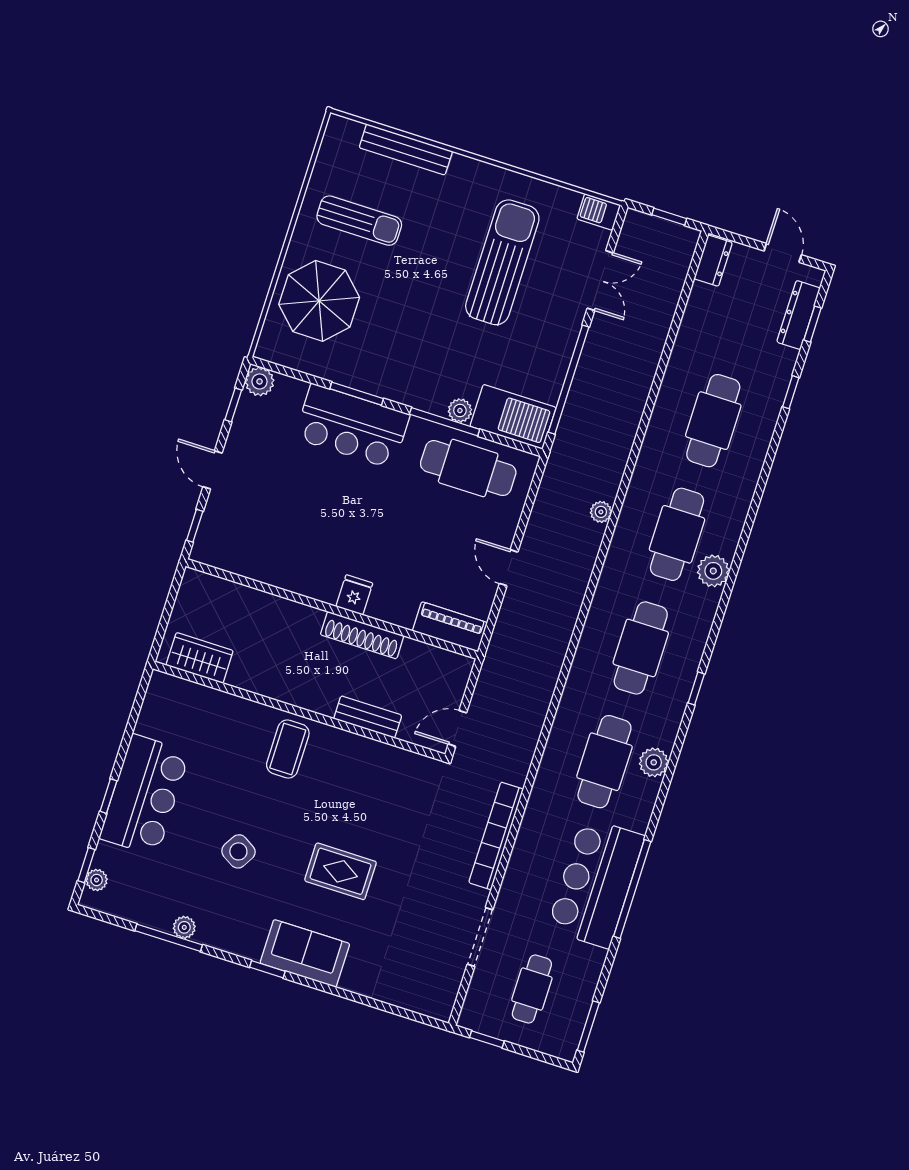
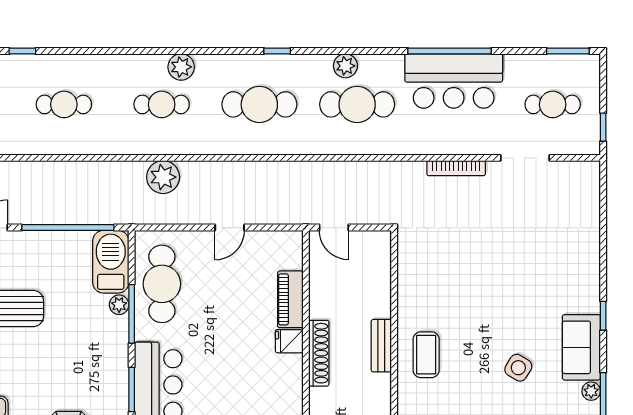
cafe table: (713, 421) -> (64, 104), width x0.73, depth x0.74
plant: (601, 512) -> (163, 177), width x1.88, depth x1.88
cafe table: (677, 534) -> (162, 104), width x0.73, depth x0.74
piano: (450, 627) -> (290, 299), moved
shoe rack: (362, 635) -> (319, 353), moved
bench: (368, 717) -> (381, 346), moved
door: (457, 728) -> (334, 228), moved
coffee table: (288, 749) -> (426, 355), turned 90
bookcase: (496, 836) -> (456, 168), width x0.68, depth x0.76
rug: (340, 871) -> (508, 283), removed
sofa: (305, 953) -> (581, 347), moved

